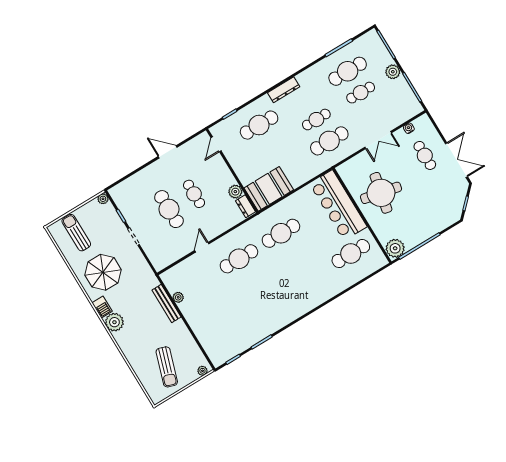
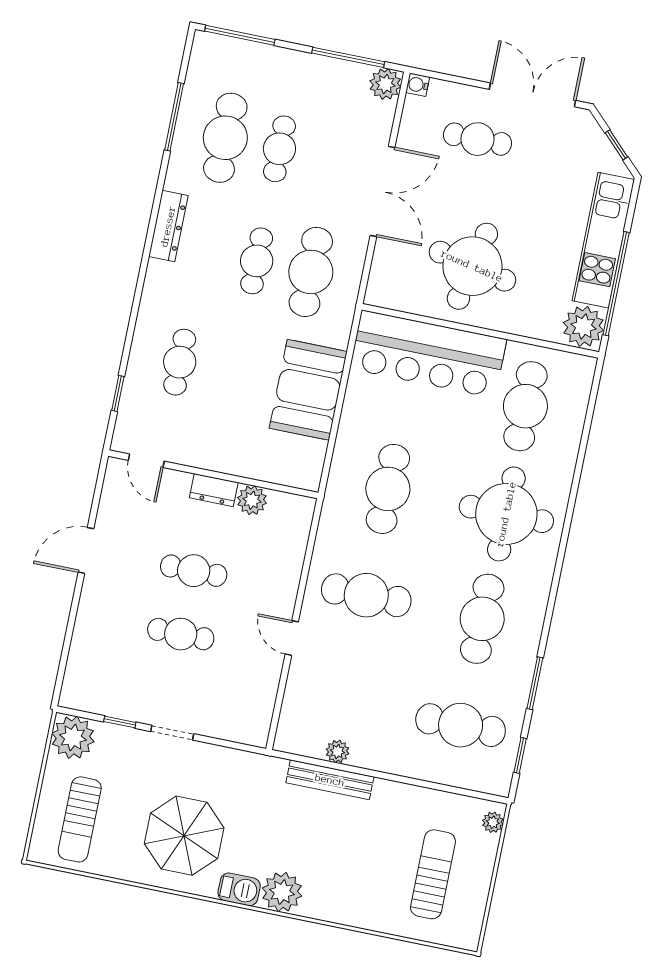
plant: (393, 72) -> (385, 84), moved
dresser: (284, 90) -> (168, 226), moved
cafe table: (259, 125) -> (180, 362), width x0.73, depth x0.74
water cooler: (409, 128) -> (418, 85), moved
double door: (378, 140) -> (383, 191), width x1.37
booth: (269, 189) -> (308, 390), moved
plant: (103, 199) -> (73, 737), width x1.87, depth x1.87
dresser: (246, 206) -> (214, 490), moved
cafe table: (169, 209) -> (181, 634), width x0.73, depth x0.74
kitchen unit: (430, 228) -> (603, 240), added
sun lounger: (76, 233) -> (80, 819), turned -90
cafe table: (239, 259) -> (366, 595), turned 90
round table: (309, 280) -> (506, 514), added
cafe table: (267, 305) -> (482, 619), added
cafe table: (225, 330) -> (461, 725), added
sun lounger: (167, 367) -> (433, 874), turned -108

